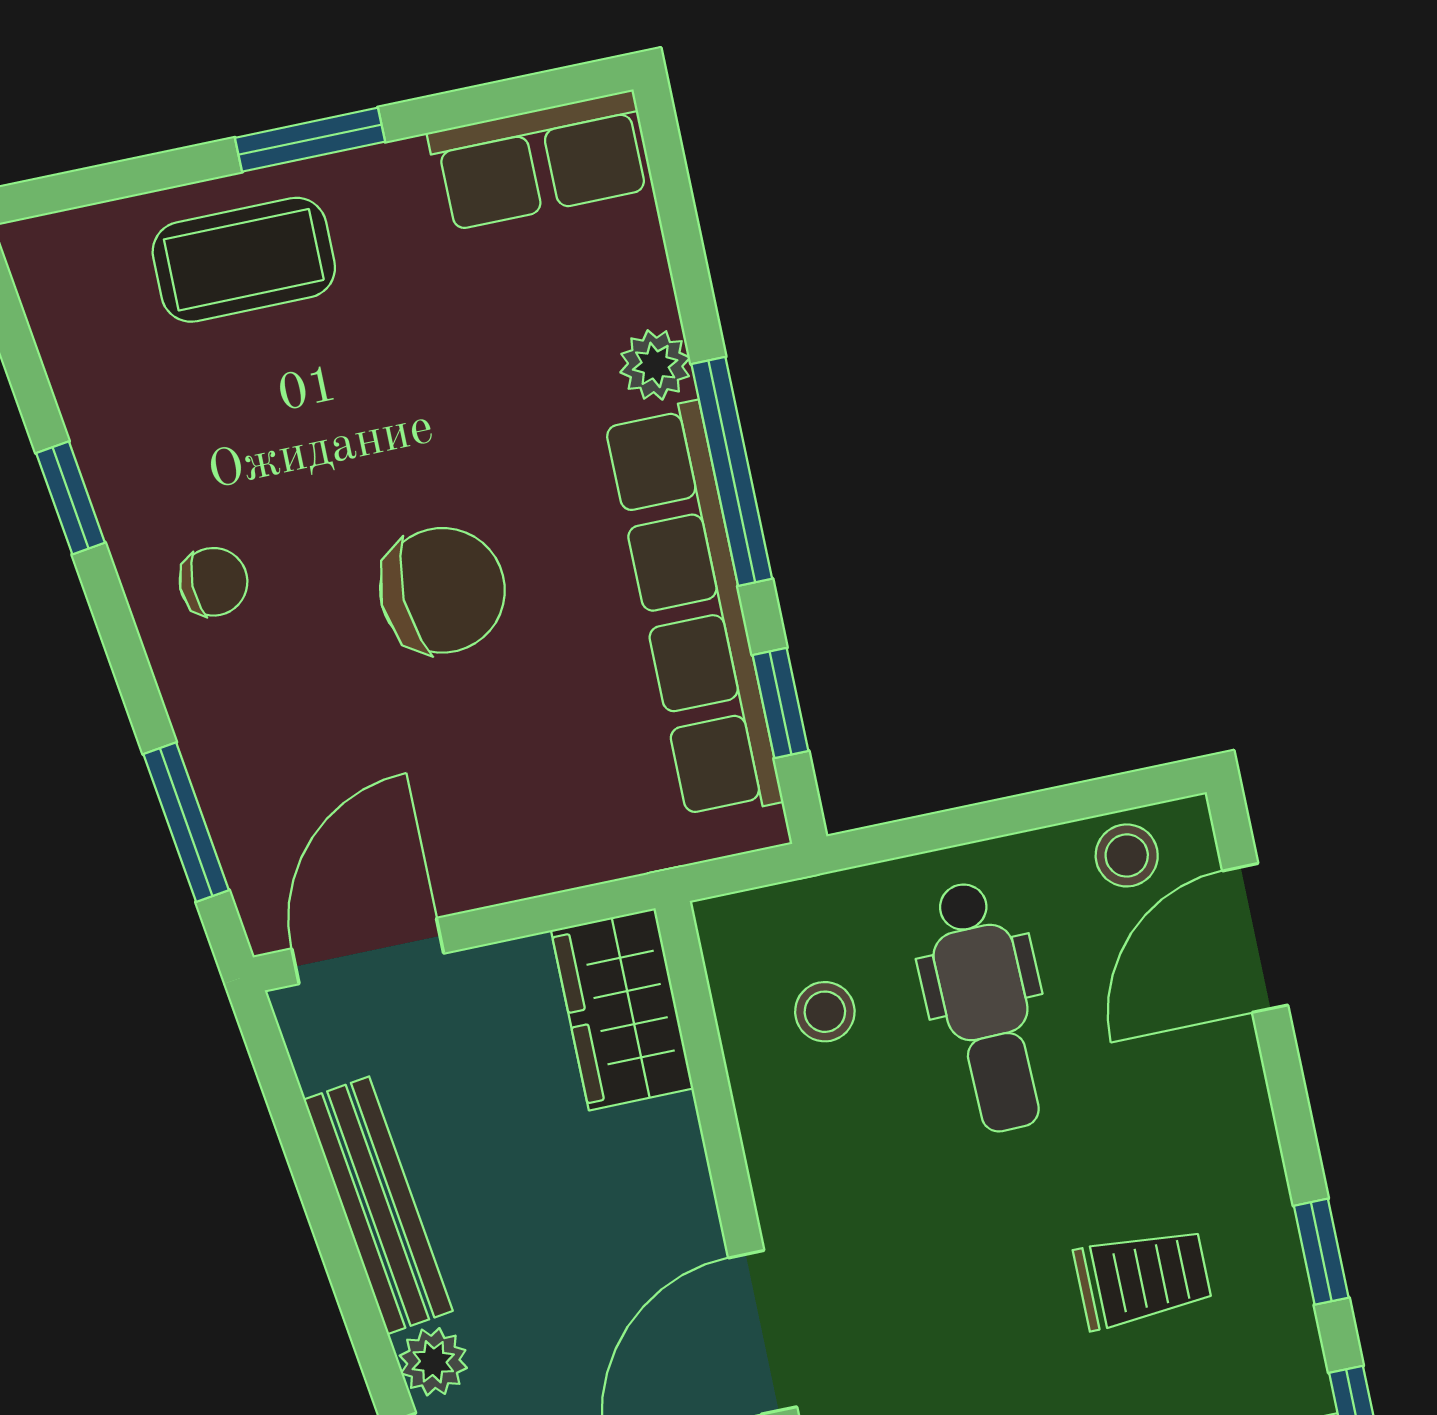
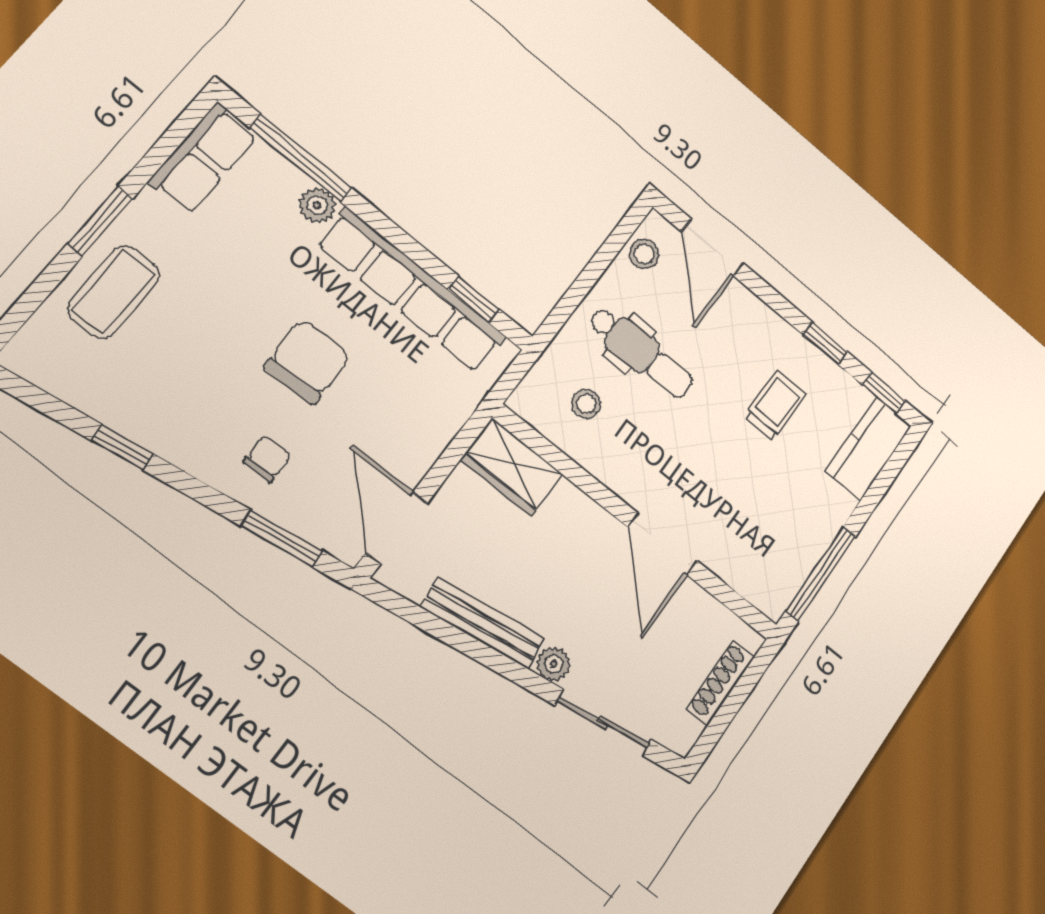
window: (732, 471) -> (300, 158), moved
chair: (214, 582) -> (267, 459), moved

